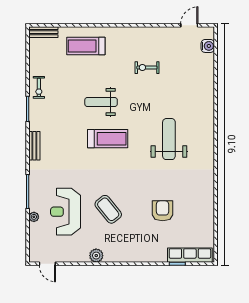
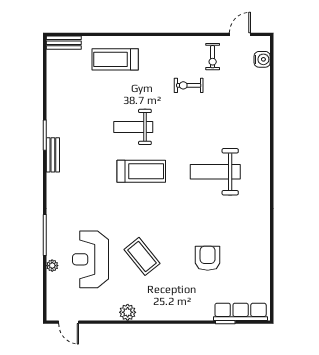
exercise bike: (39, 87) -> (213, 57), moved
weight bench: (169, 139) -> (215, 172), turned -90
bench: (34, 146) -> (53, 155), moved

